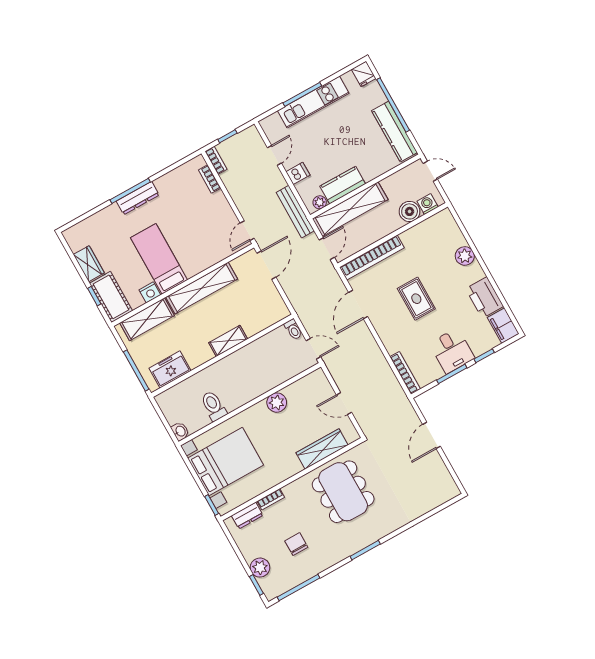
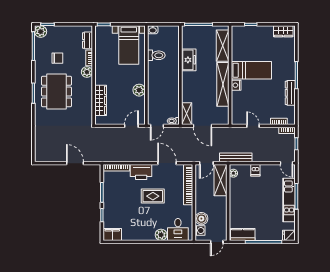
kitchen counter: (394, 132) -> (243, 235), width x0.67
door: (274, 155) -> (286, 163), moved
kitchen counter: (343, 185) -> (236, 191), removed
dresser: (138, 198) -> (290, 93), moved
shelving: (350, 209) -> (221, 180), width x0.68
door: (247, 231) -> (253, 126), moved
door: (327, 249) -> (206, 163), hinge flipped
wardrobe: (89, 264) -> (283, 31), moved
door: (266, 265) -> (203, 126), moved
nightstand: (150, 292) -> (236, 85), moved
cot: (111, 297) -> (245, 33), removed
printer: (485, 298) -> (141, 172), moved, turned 180
shelving: (228, 341) -> (187, 114), moved
desk: (452, 351) -> (178, 229), moved, turned -90
freezer: (170, 369) -> (189, 60), moved
door: (344, 404) -> (131, 126), moved
bed with nightstands: (226, 462) -> (129, 45), width x0.73
plant: (293, 491) -> (87, 72), added
dining table: (343, 492) -> (57, 92), moved, turned 90
plant: (260, 568) -> (41, 32), moved

